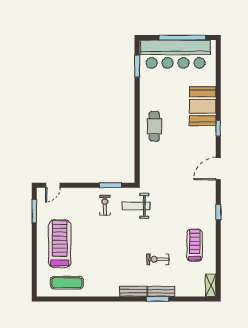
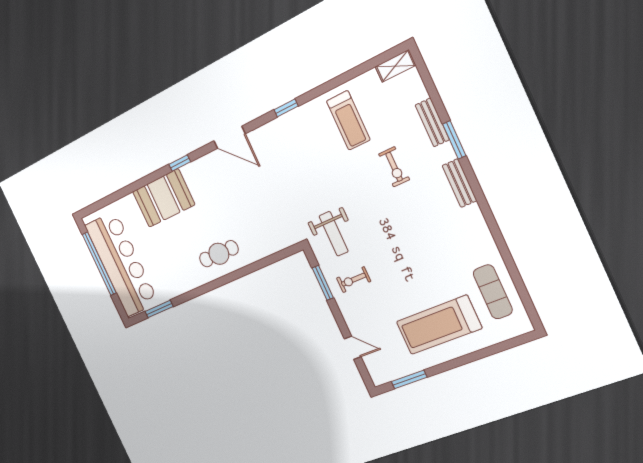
door: (53, 185) -> (353, 348), moved
treadmill: (195, 245) -> (348, 120), turned -90
bench: (161, 291) -> (432, 122), moved

